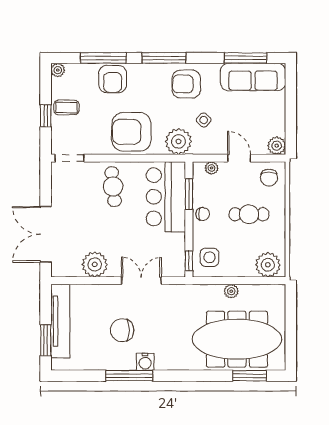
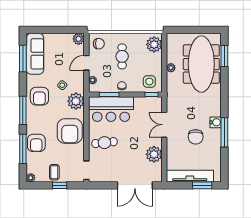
armchair: (113, 79) -> (36, 143), turned 90

